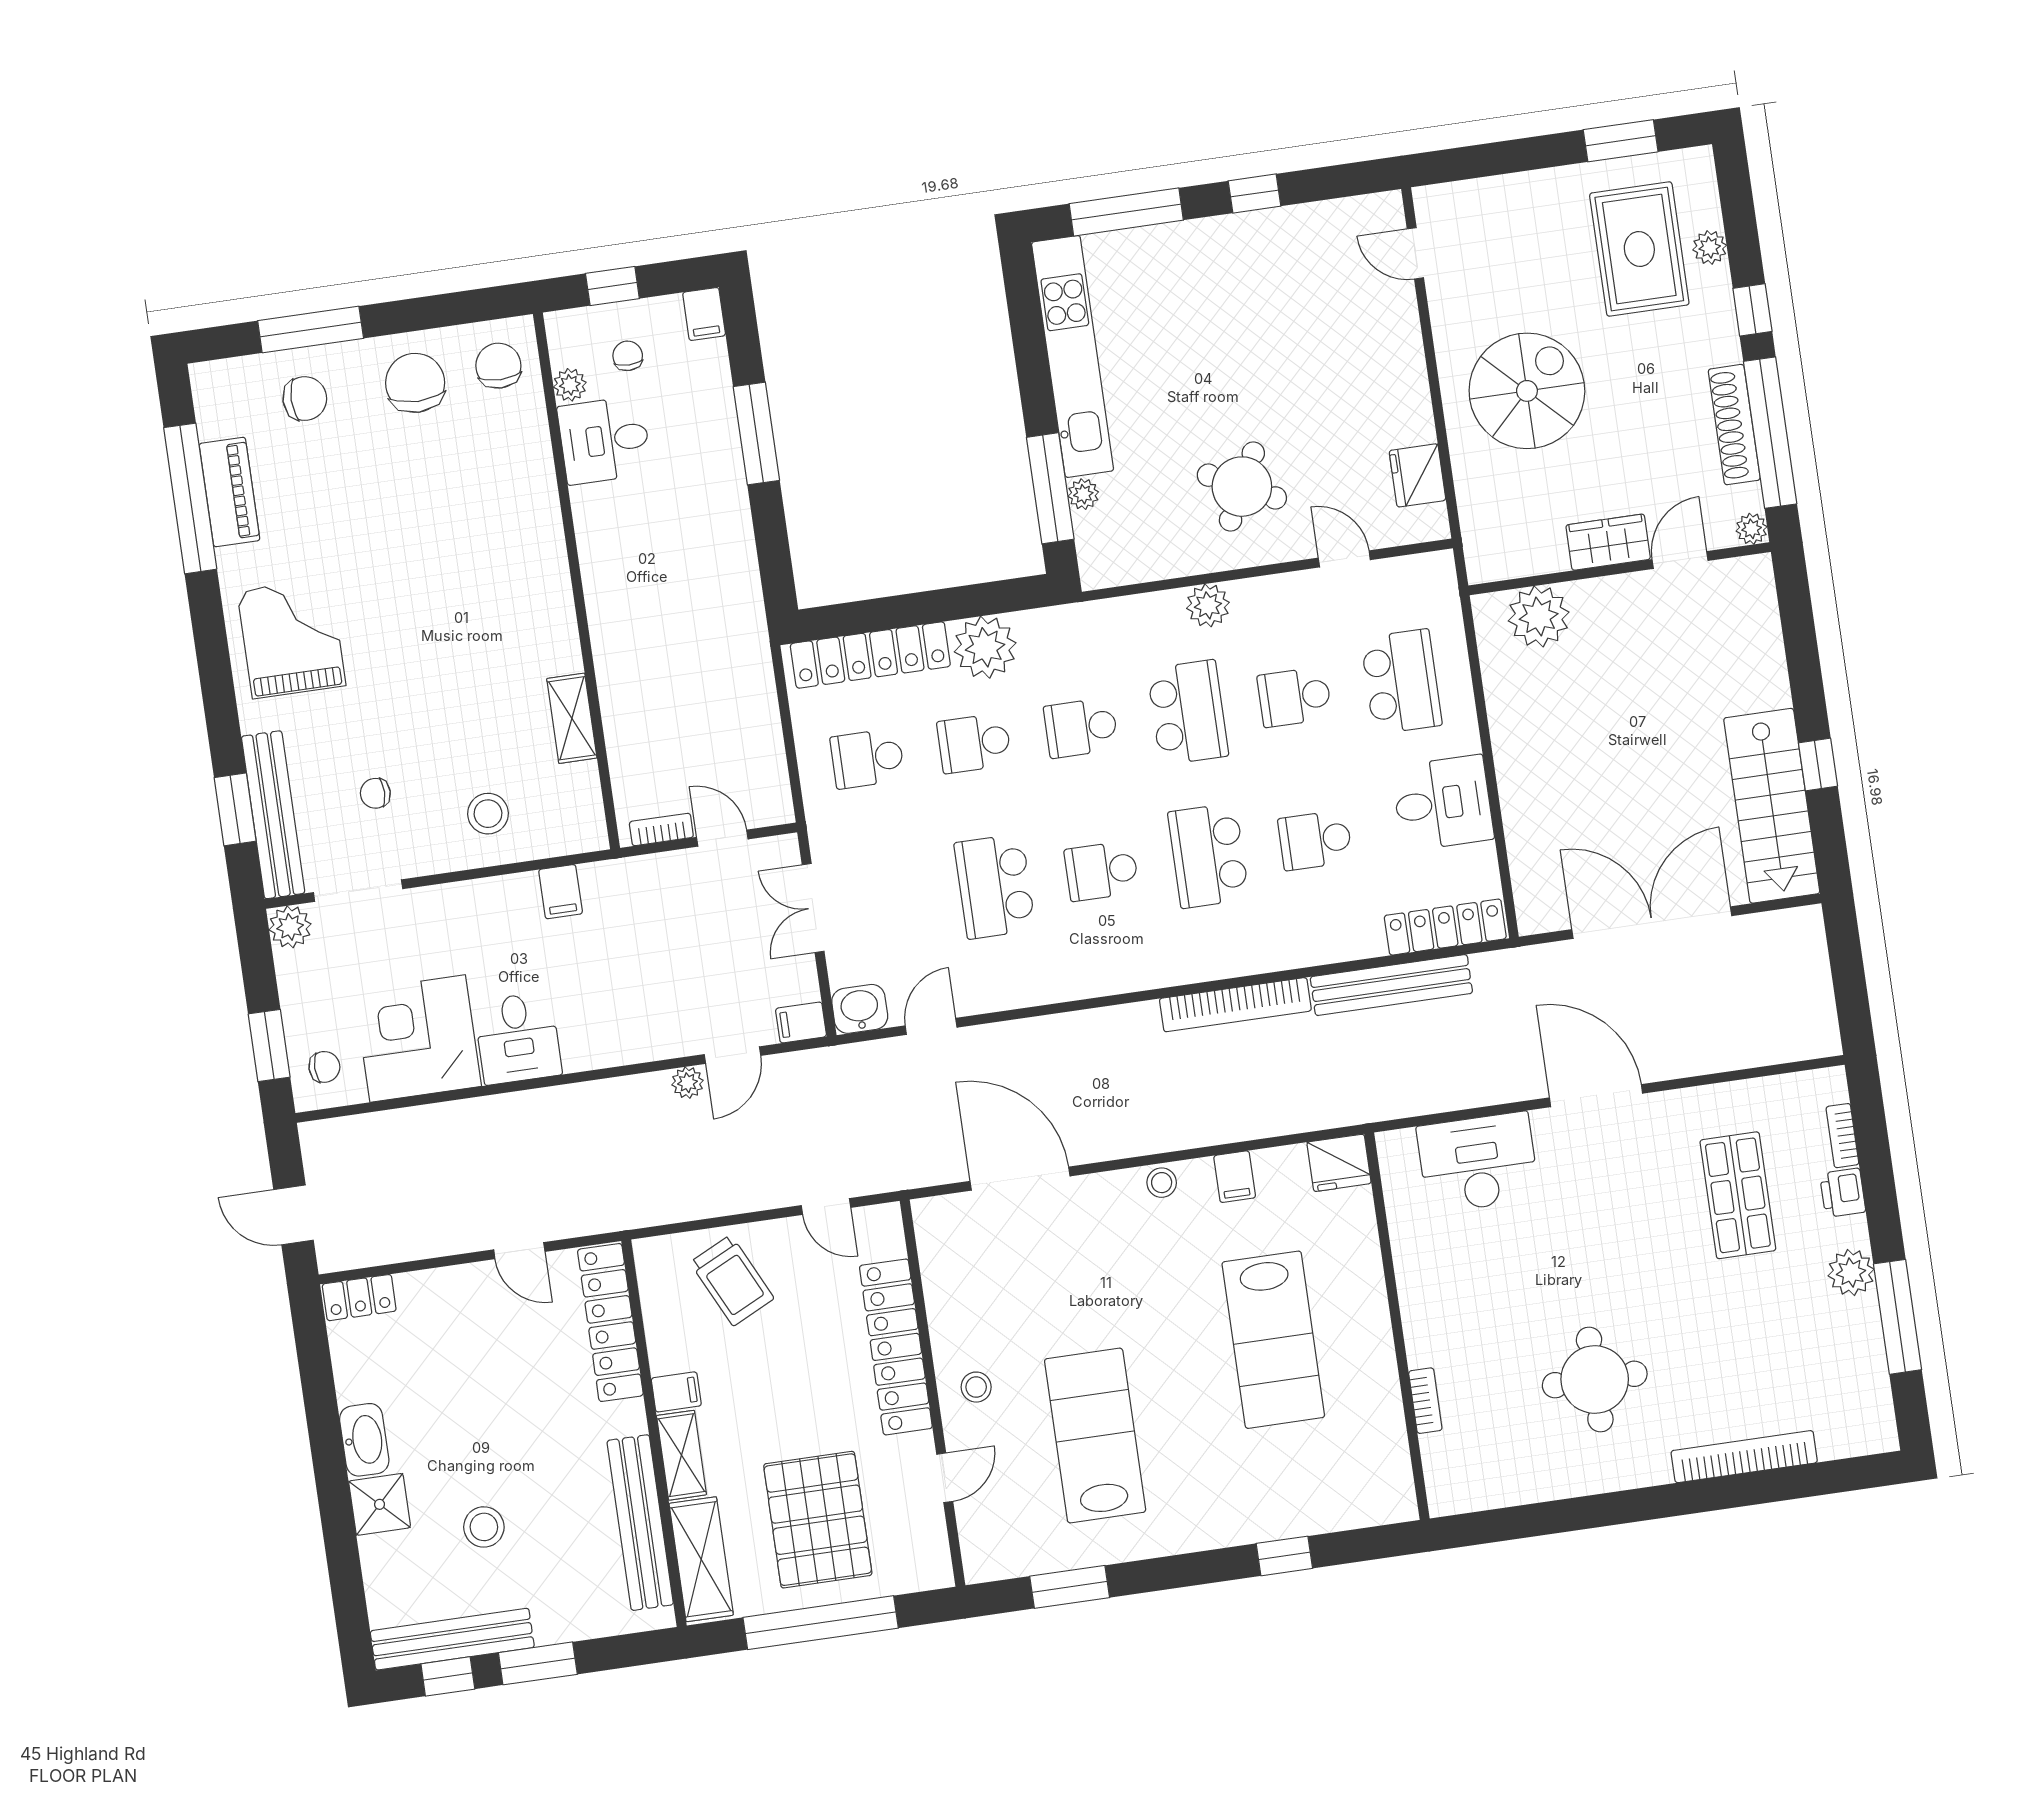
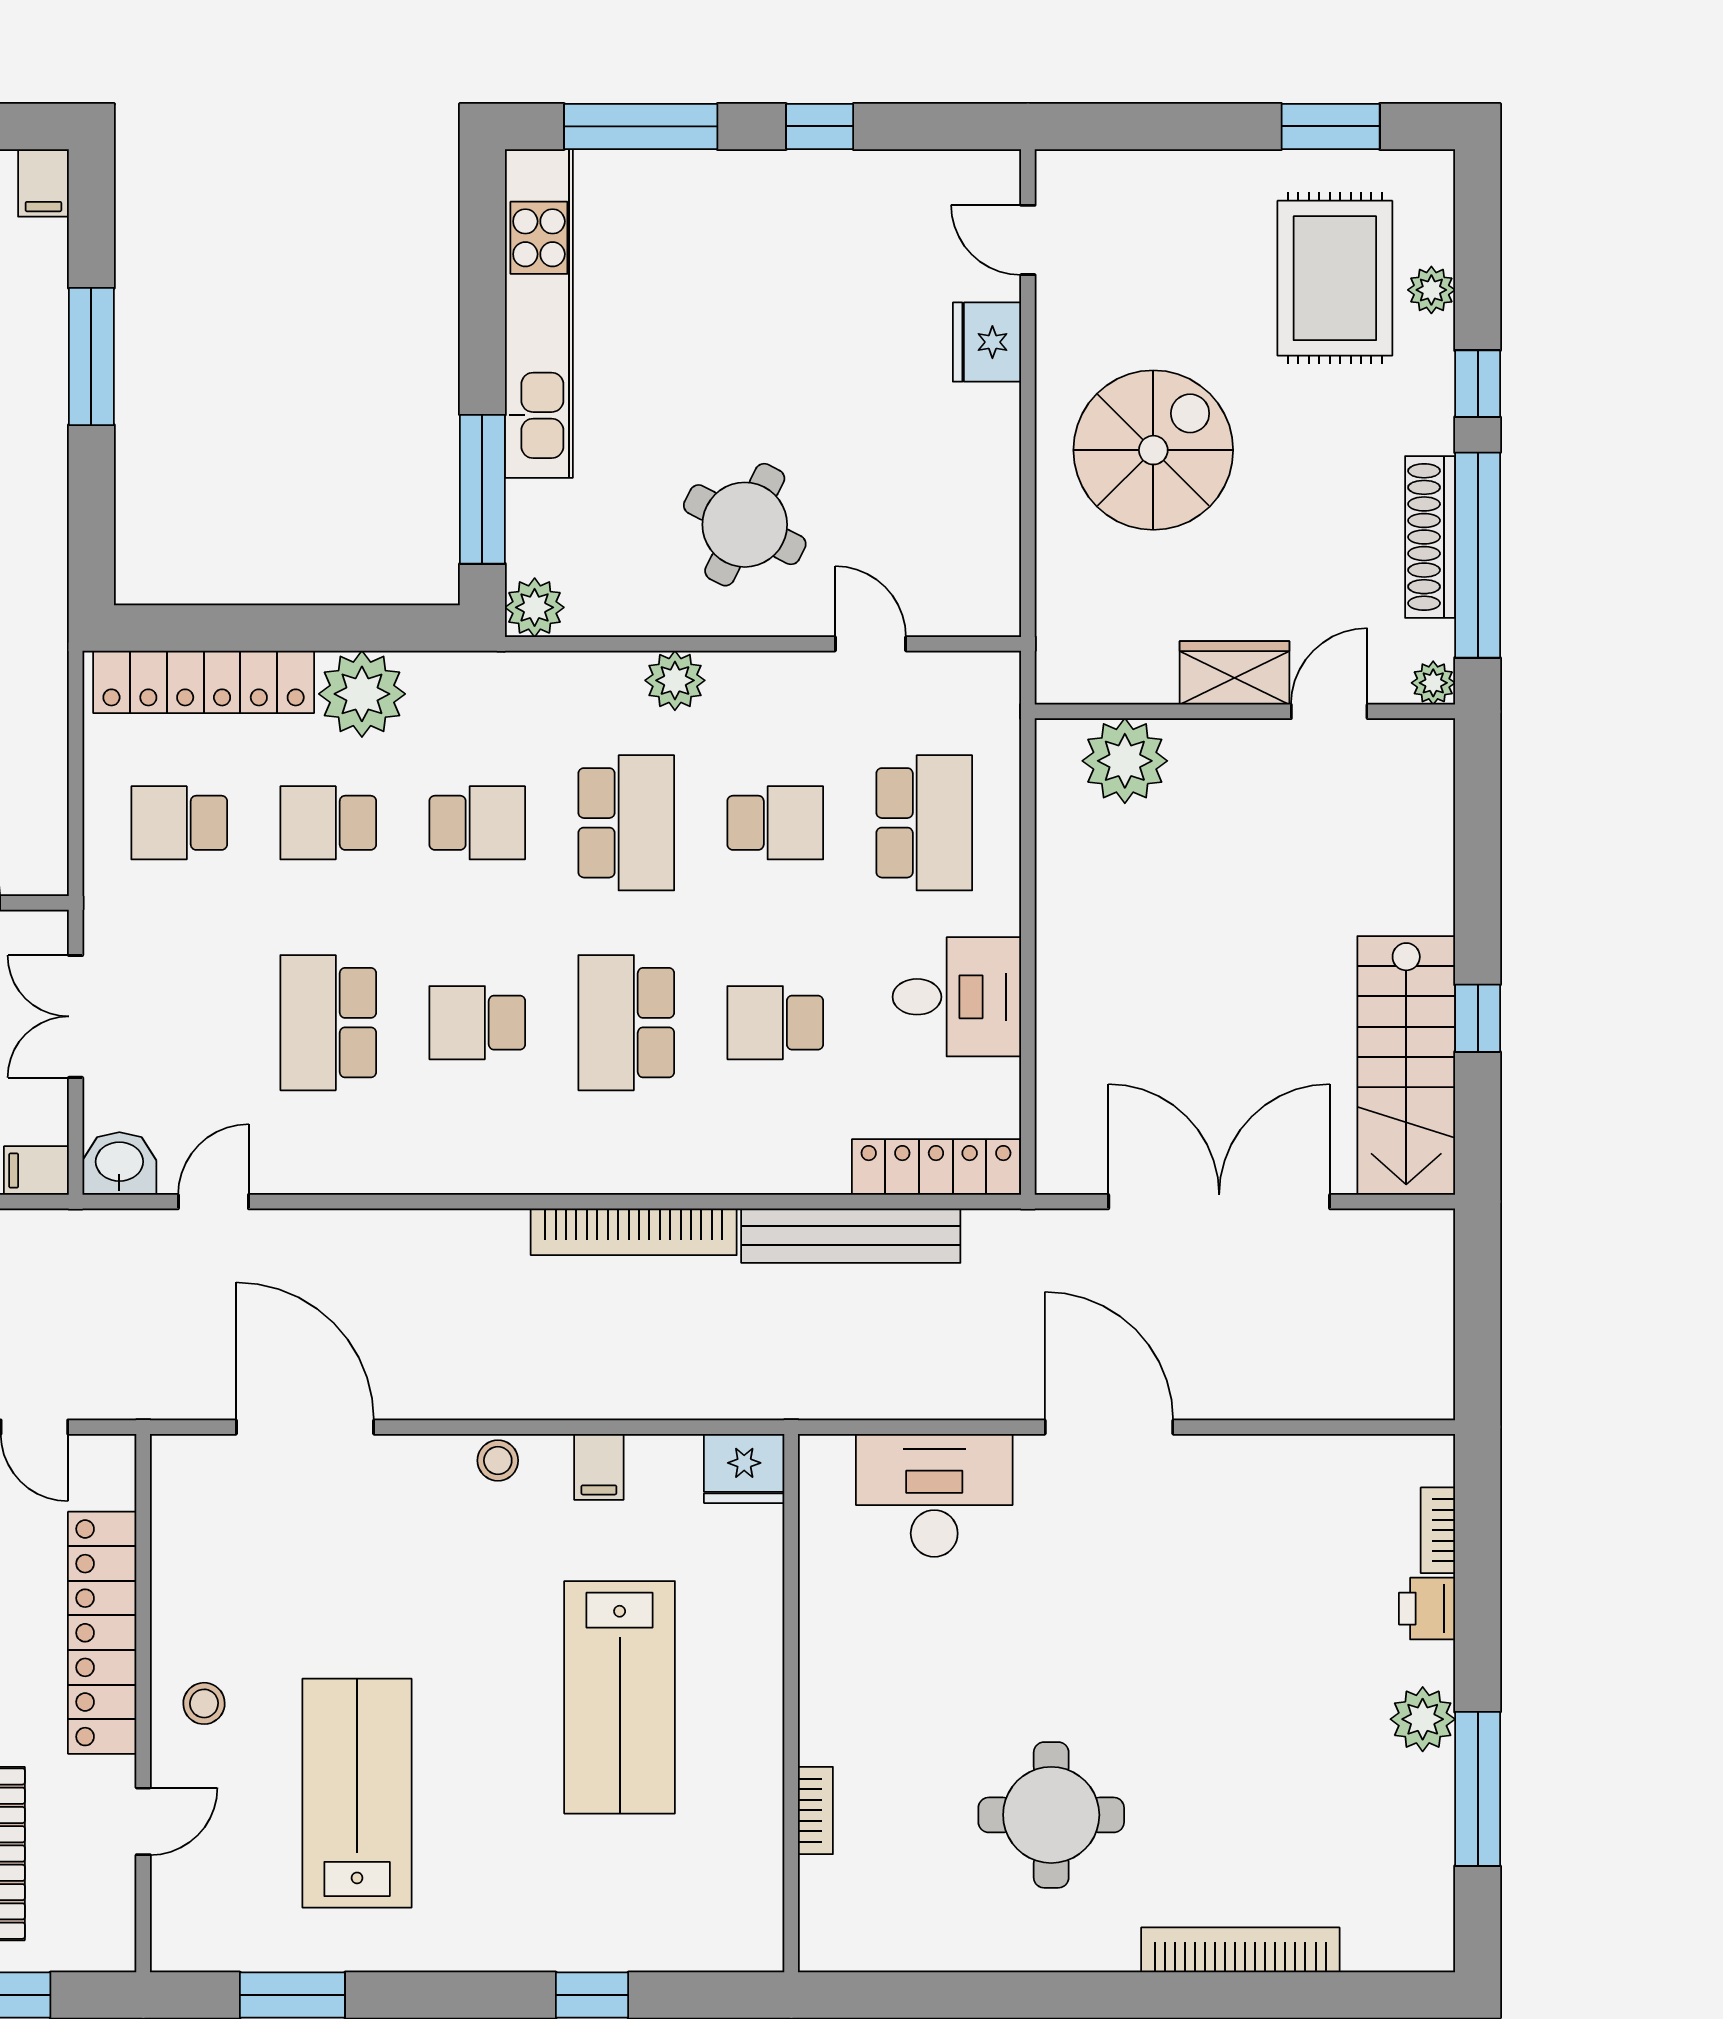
fridge: (1417, 475) -> (987, 342), moved
plant: (1083, 494) -> (535, 607), moved, width x1.38, depth x1.38
school desk: (1295, 697) -> (775, 823), turned 180
school desk: (1081, 728) -> (477, 823), turned 180
shop shelf: (1738, 1195) -> (1283, 1591), removed

